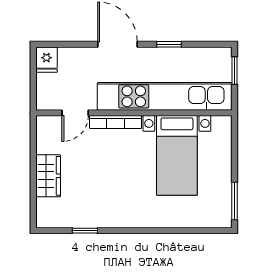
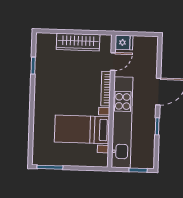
fridge: (46, 60) -> (124, 42), moved, turned 180
door: (75, 113) -> (113, 62), swing flipped
wardrobe: (48, 176) -> (78, 42), width x1.50

